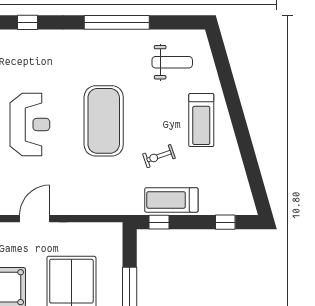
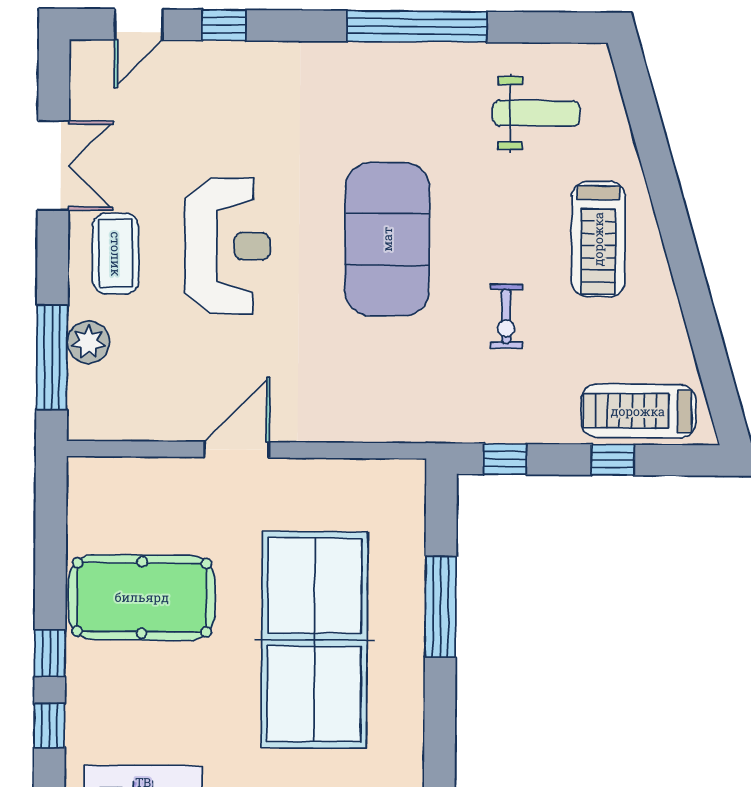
exercise bike: (159, 156) -> (506, 316), turned -71
treadmill: (171, 200) -> (638, 411), moved
window: (225, 222) -> (613, 460), moved

